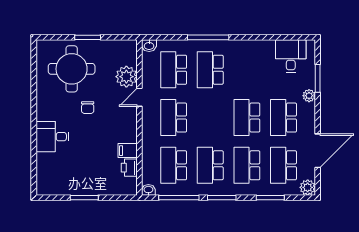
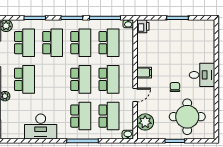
desk: (291, 56) -> (41, 126), moved, width x1.37
plant: (126, 77) -> (145, 122), moved
school desk: (247, 118) -> (81, 79), moved
desk: (52, 137) -> (202, 75), moved
filing cabinet: (128, 151) -> (144, 73), moved
printer: (129, 168) -> (143, 26), moved

